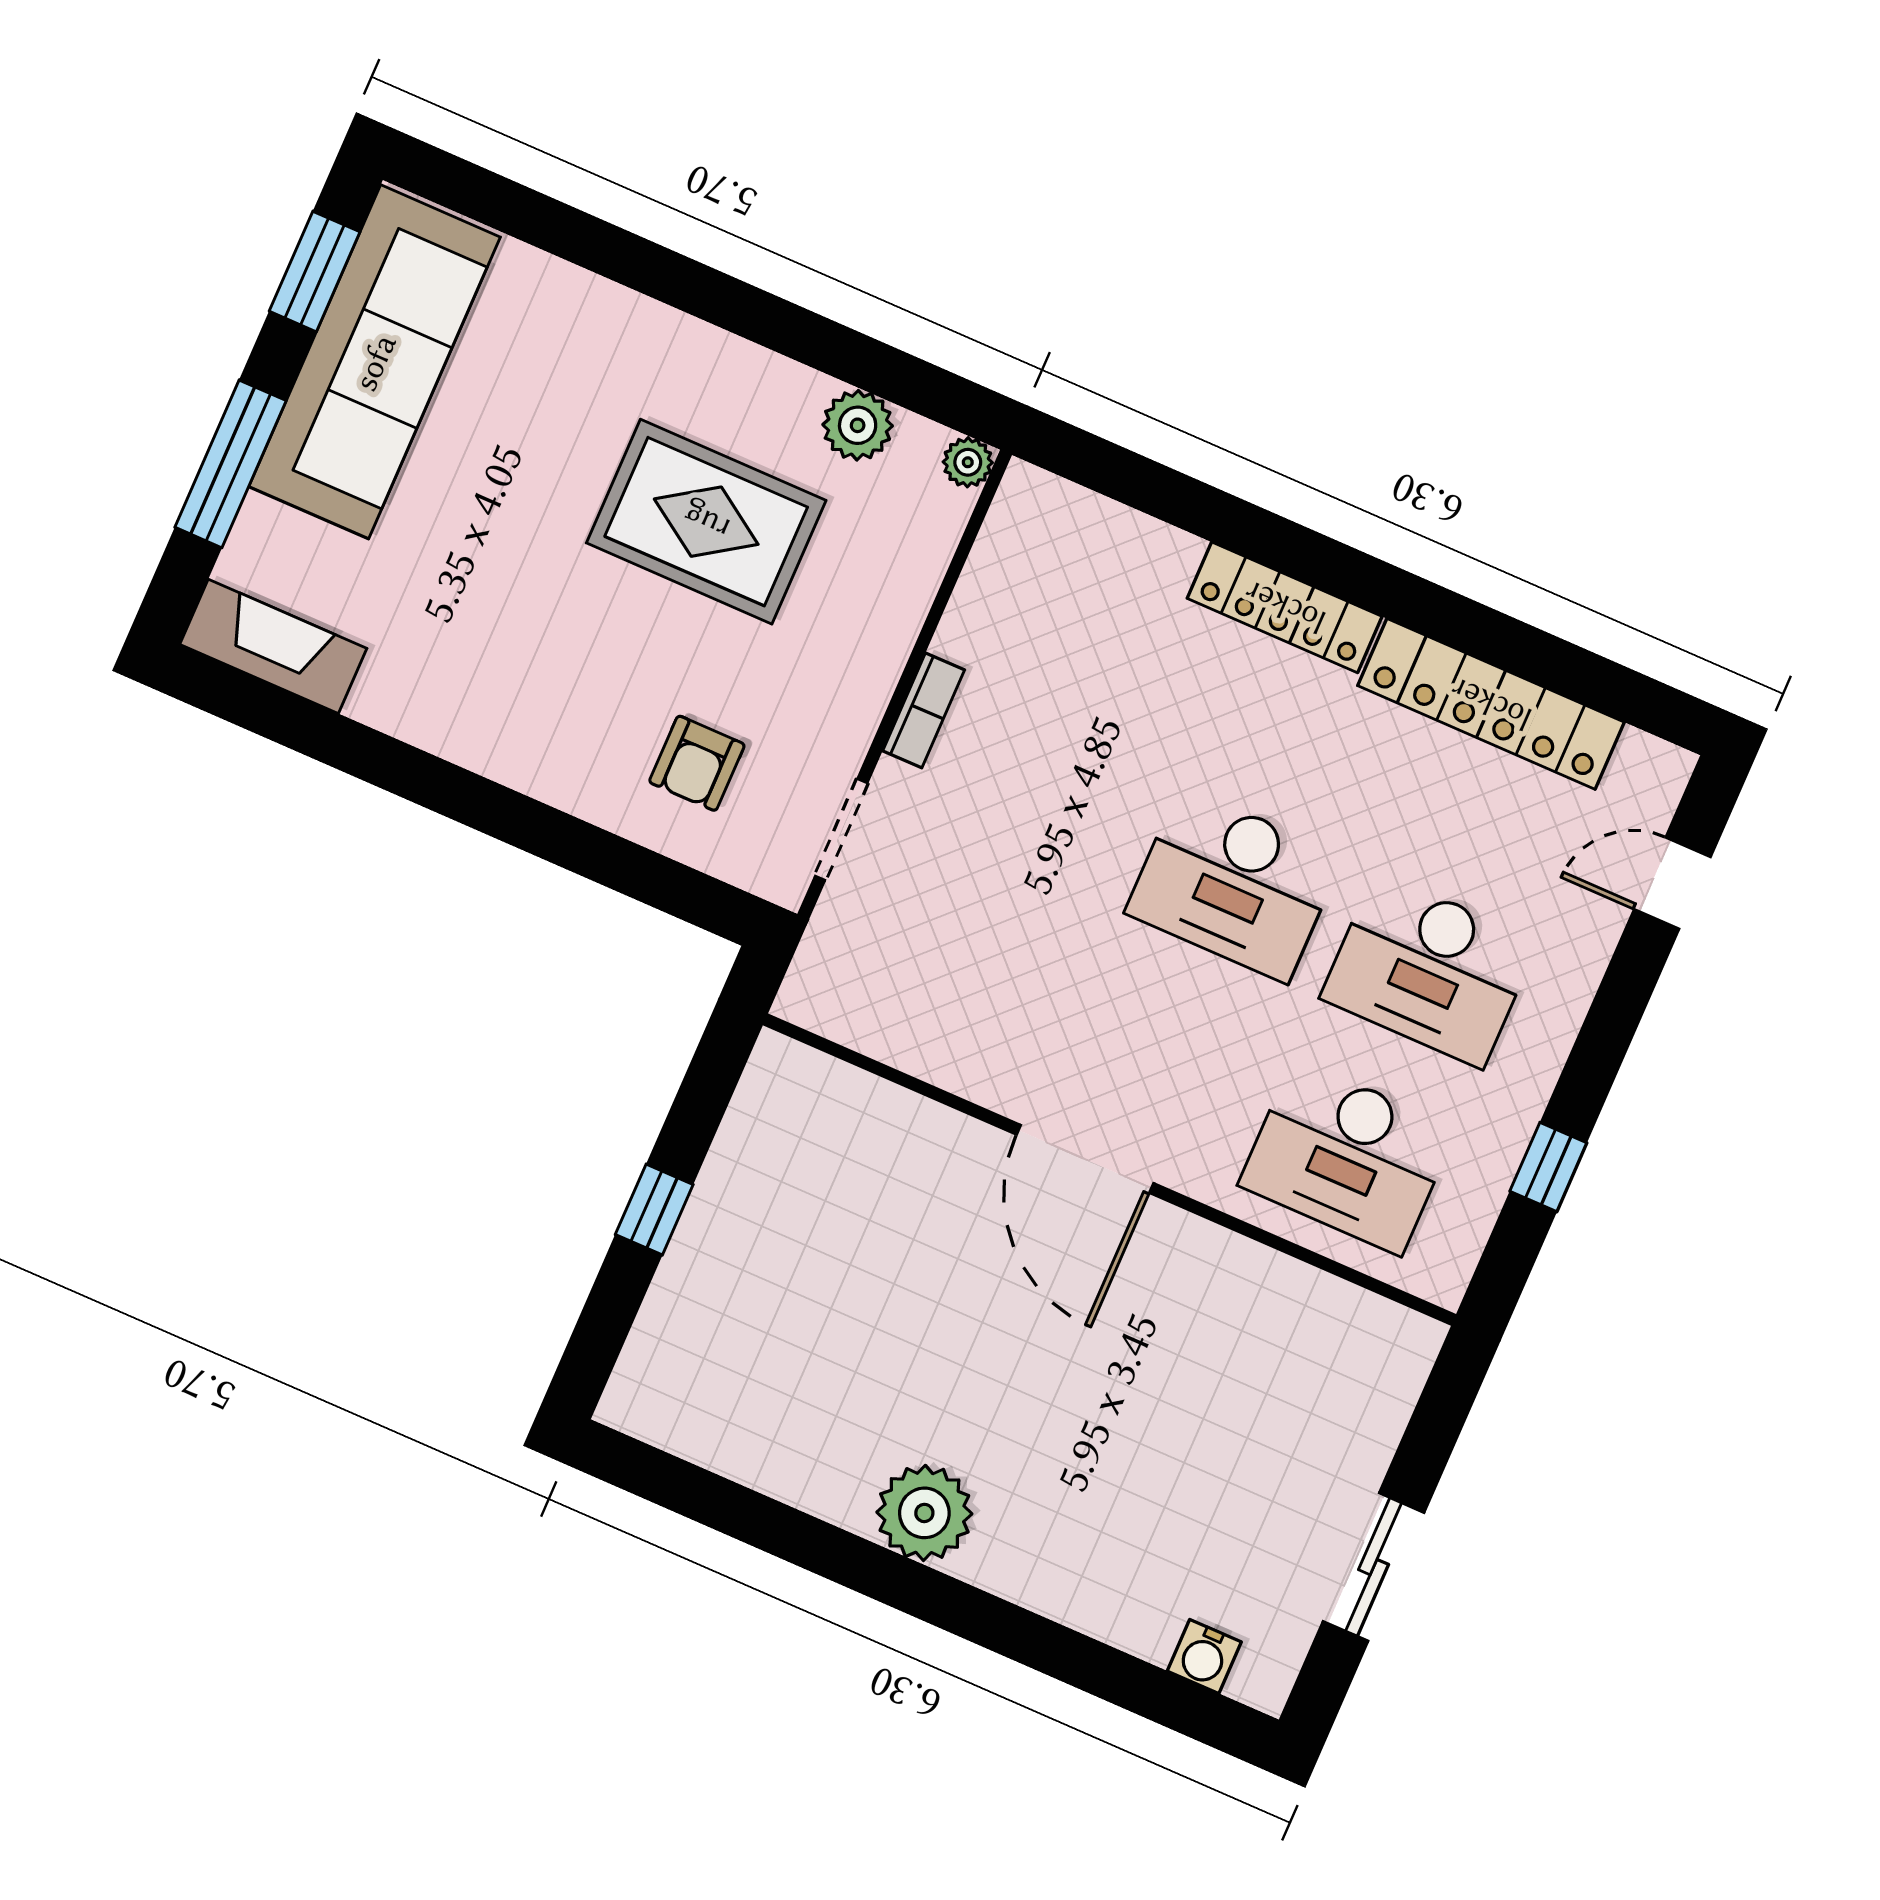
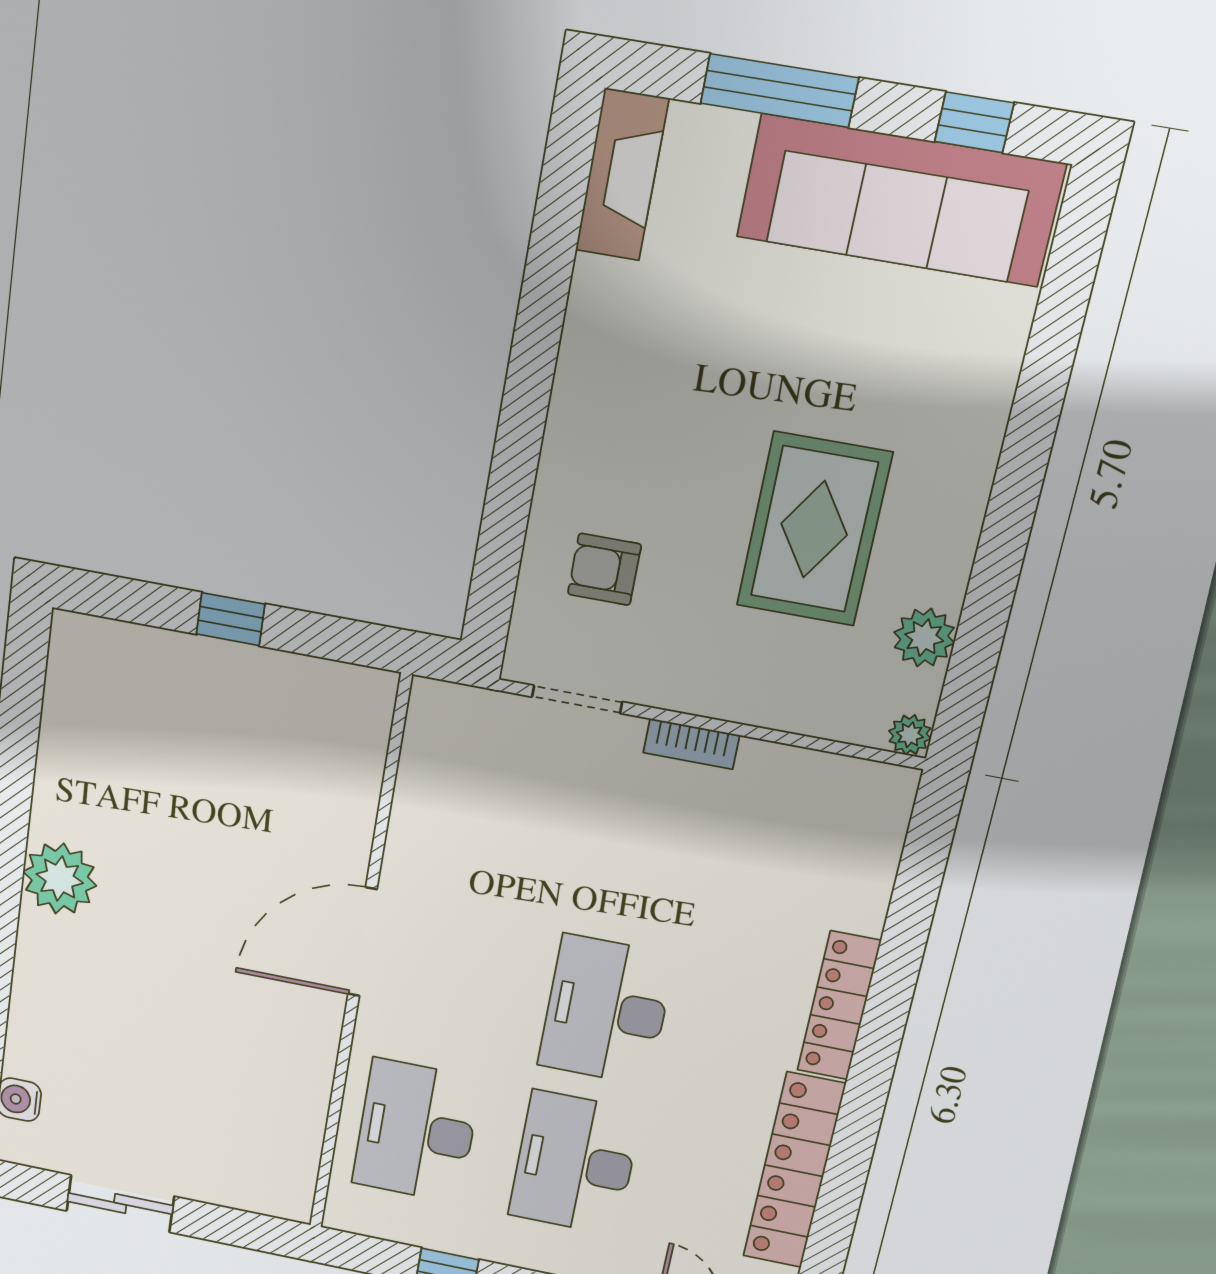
window: (315, 271) -> (974, 122), width x0.67

